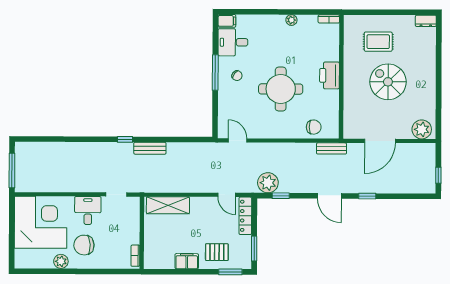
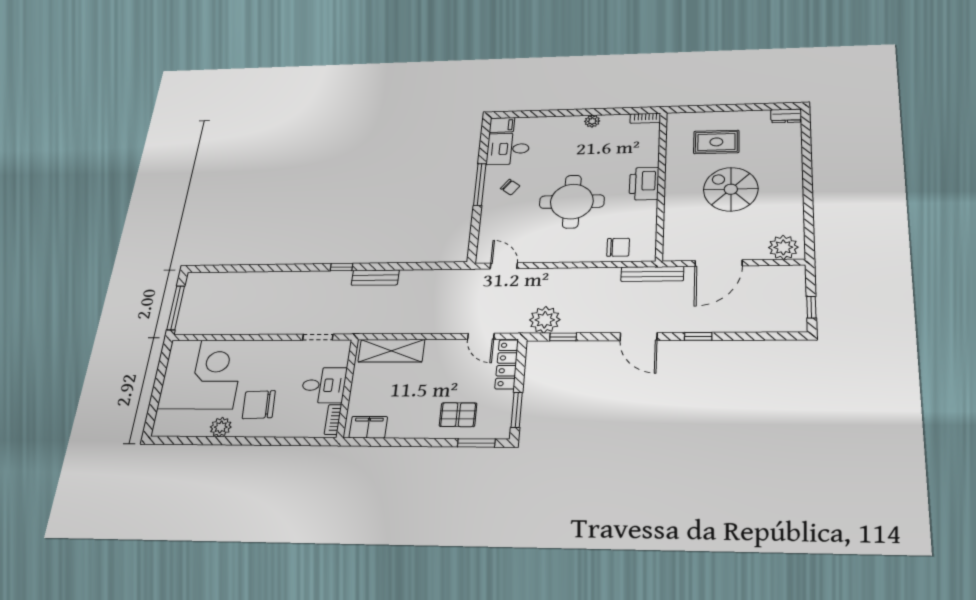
bench: (332, 148) -> (652, 274), width x1.36
desk: (88, 211) -> (324, 385), moved, turned 90
filing cabinet: (187, 261) -> (368, 427), moved

